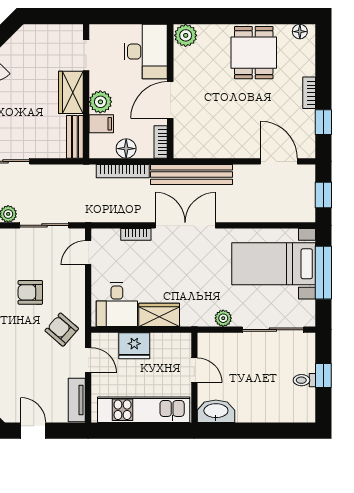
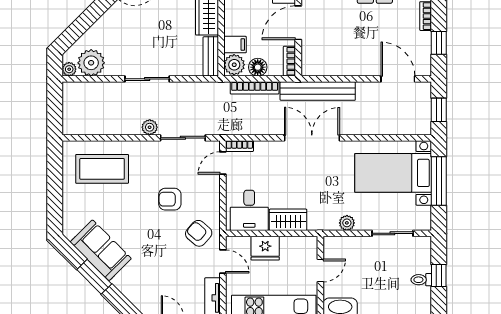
plant: (100, 102) -> (234, 65), moved
bookcase: (136, 234) -> (239, 146), moved
sliding door: (273, 330) -> (392, 233), width x0.73
door: (194, 370) -> (320, 271), hinge flipped

